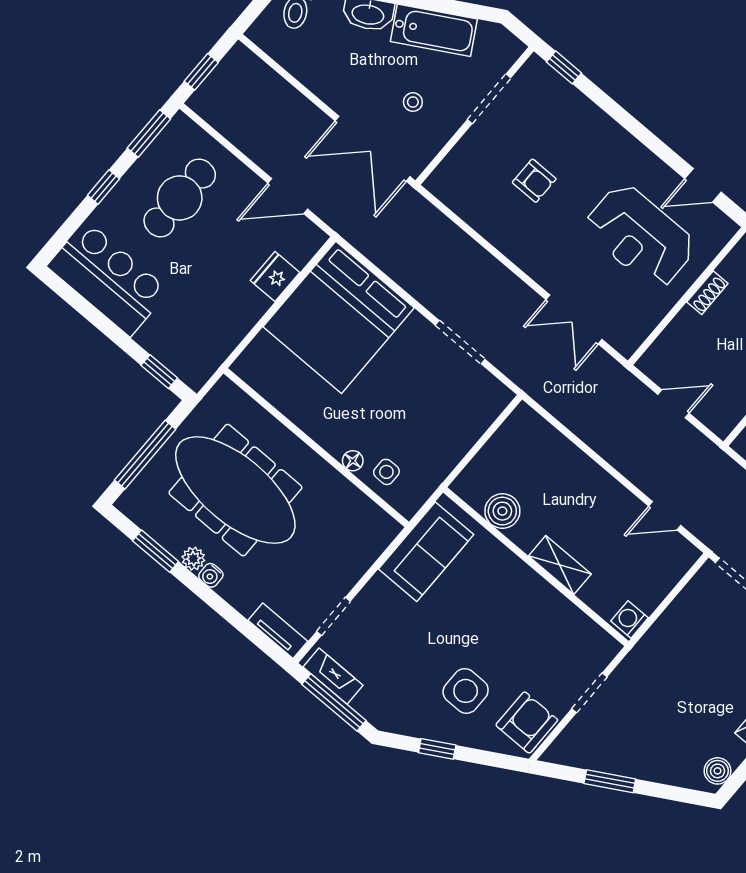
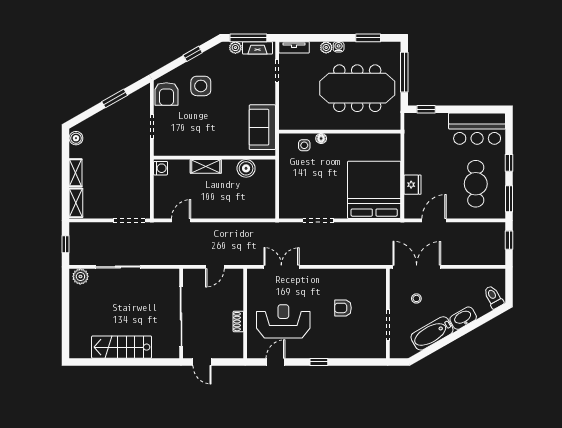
window: (564, 67) -> (319, 362), moved
plant: (193, 559) -> (326, 47), moved
plant: (366, 704) -> (235, 48), added

